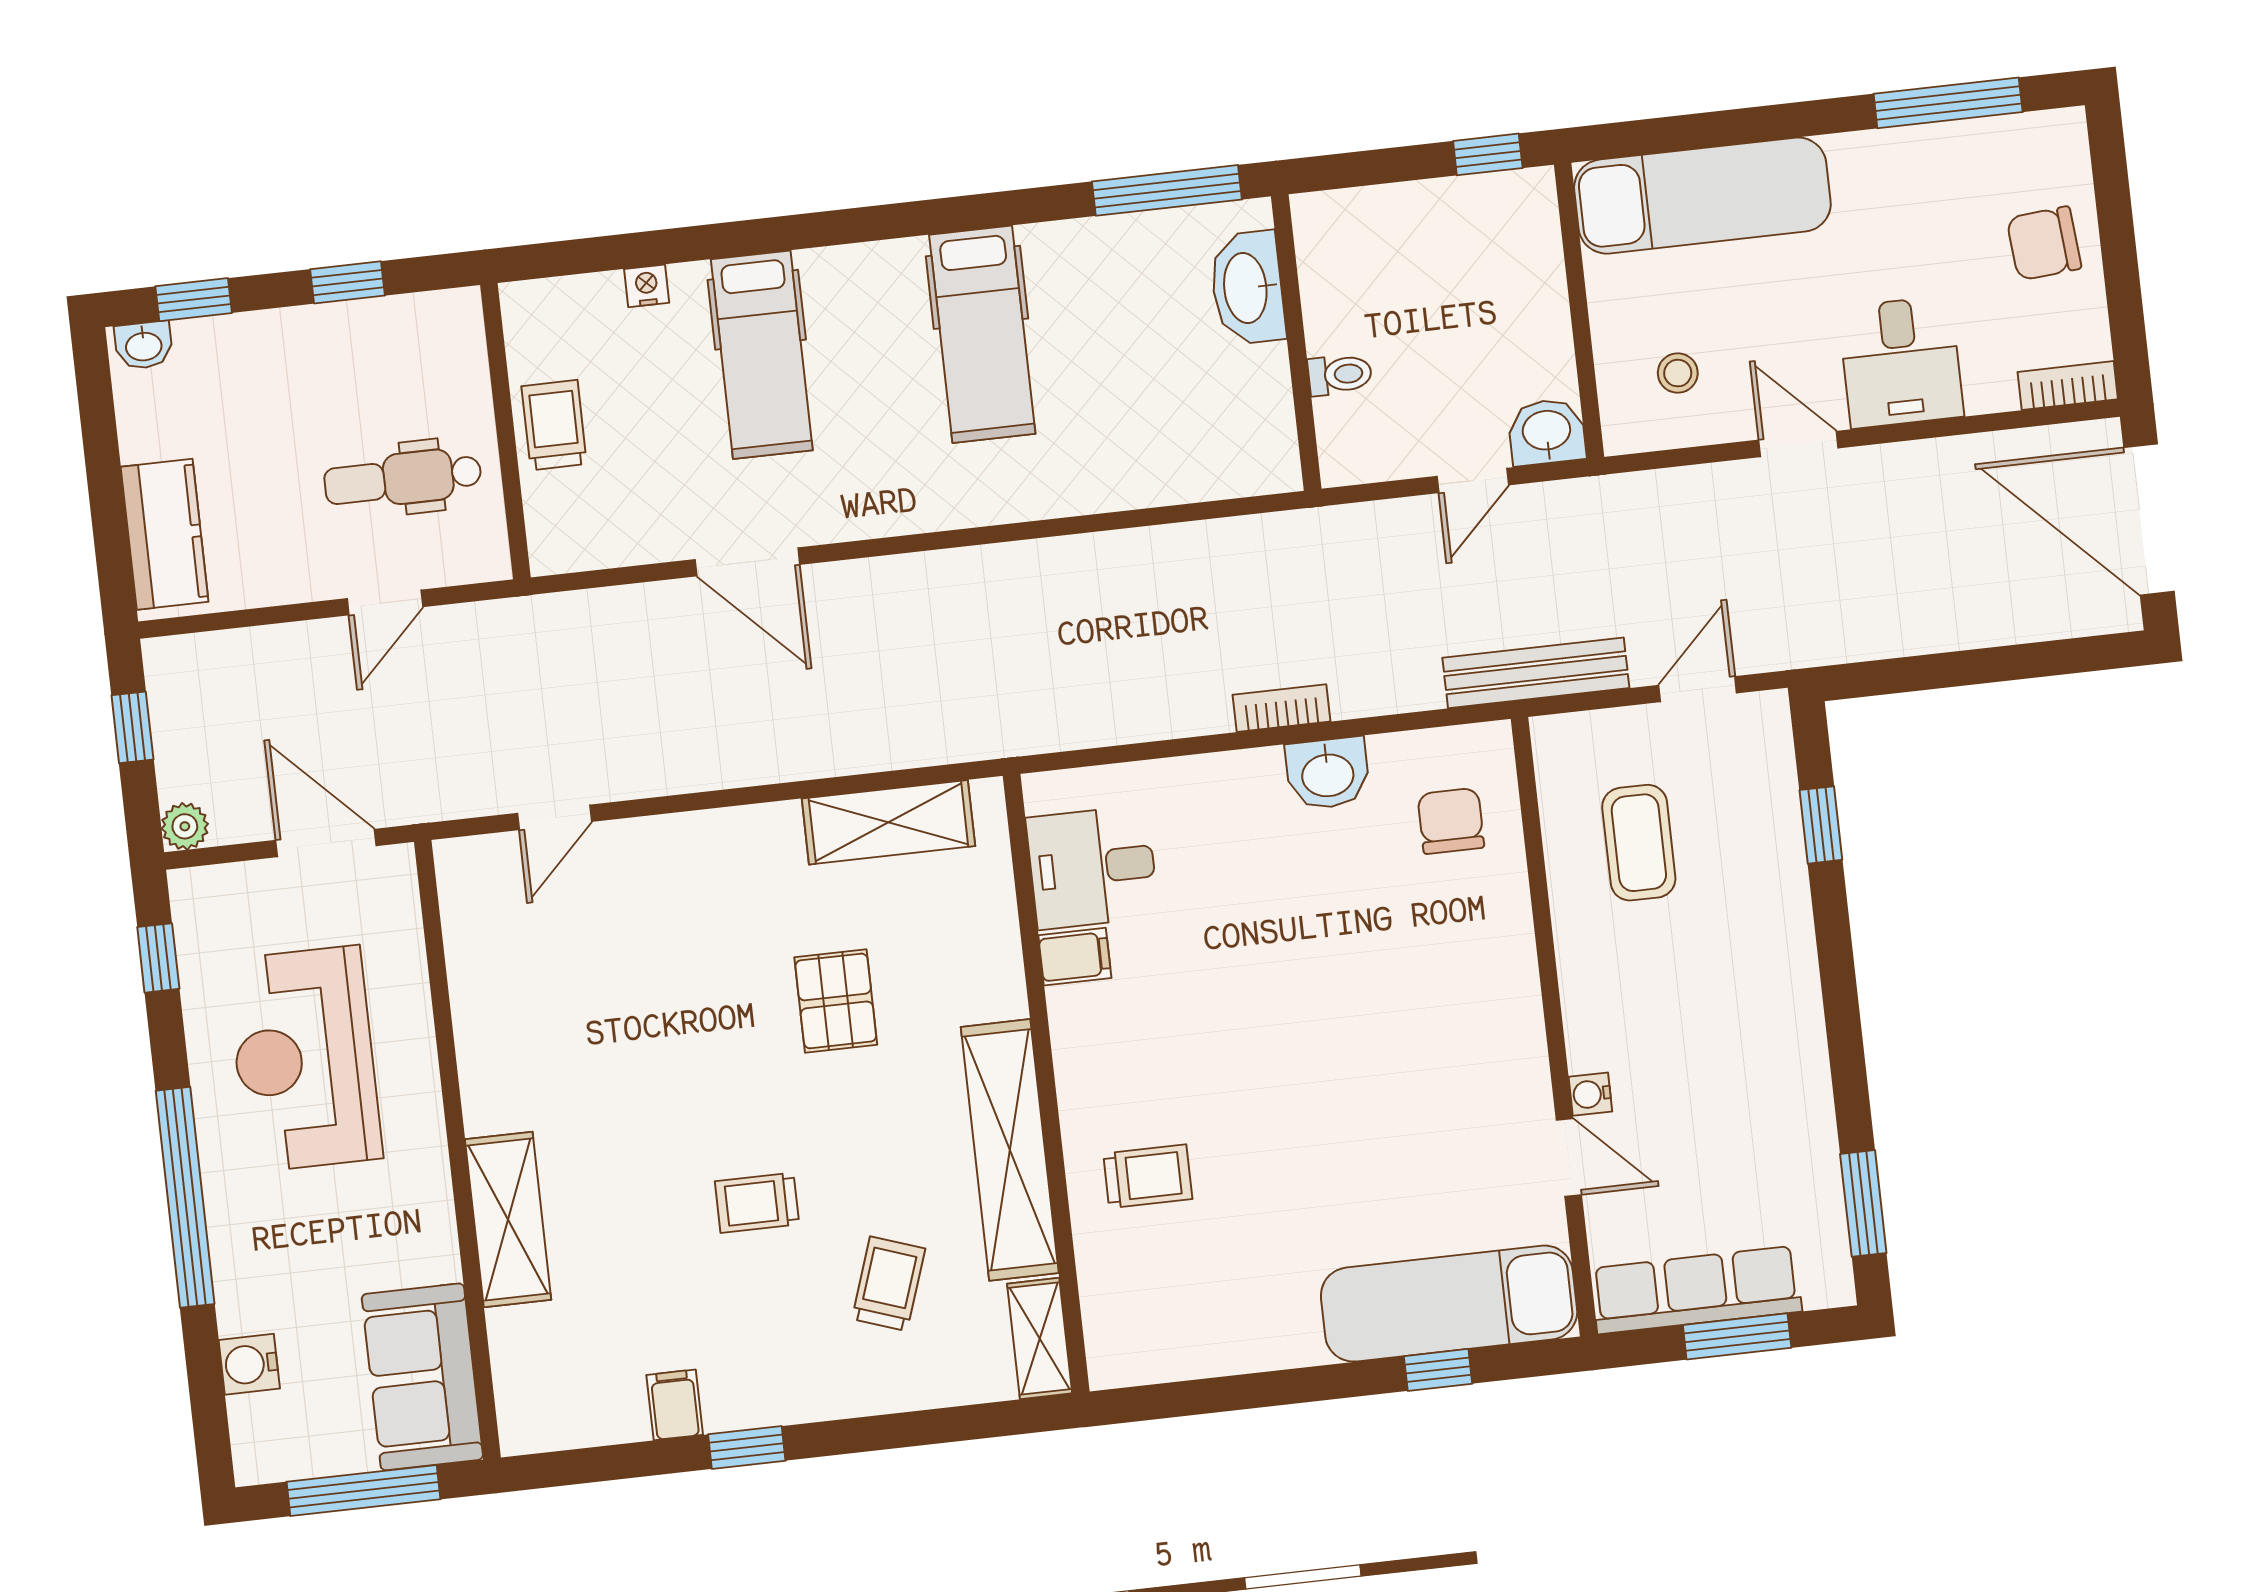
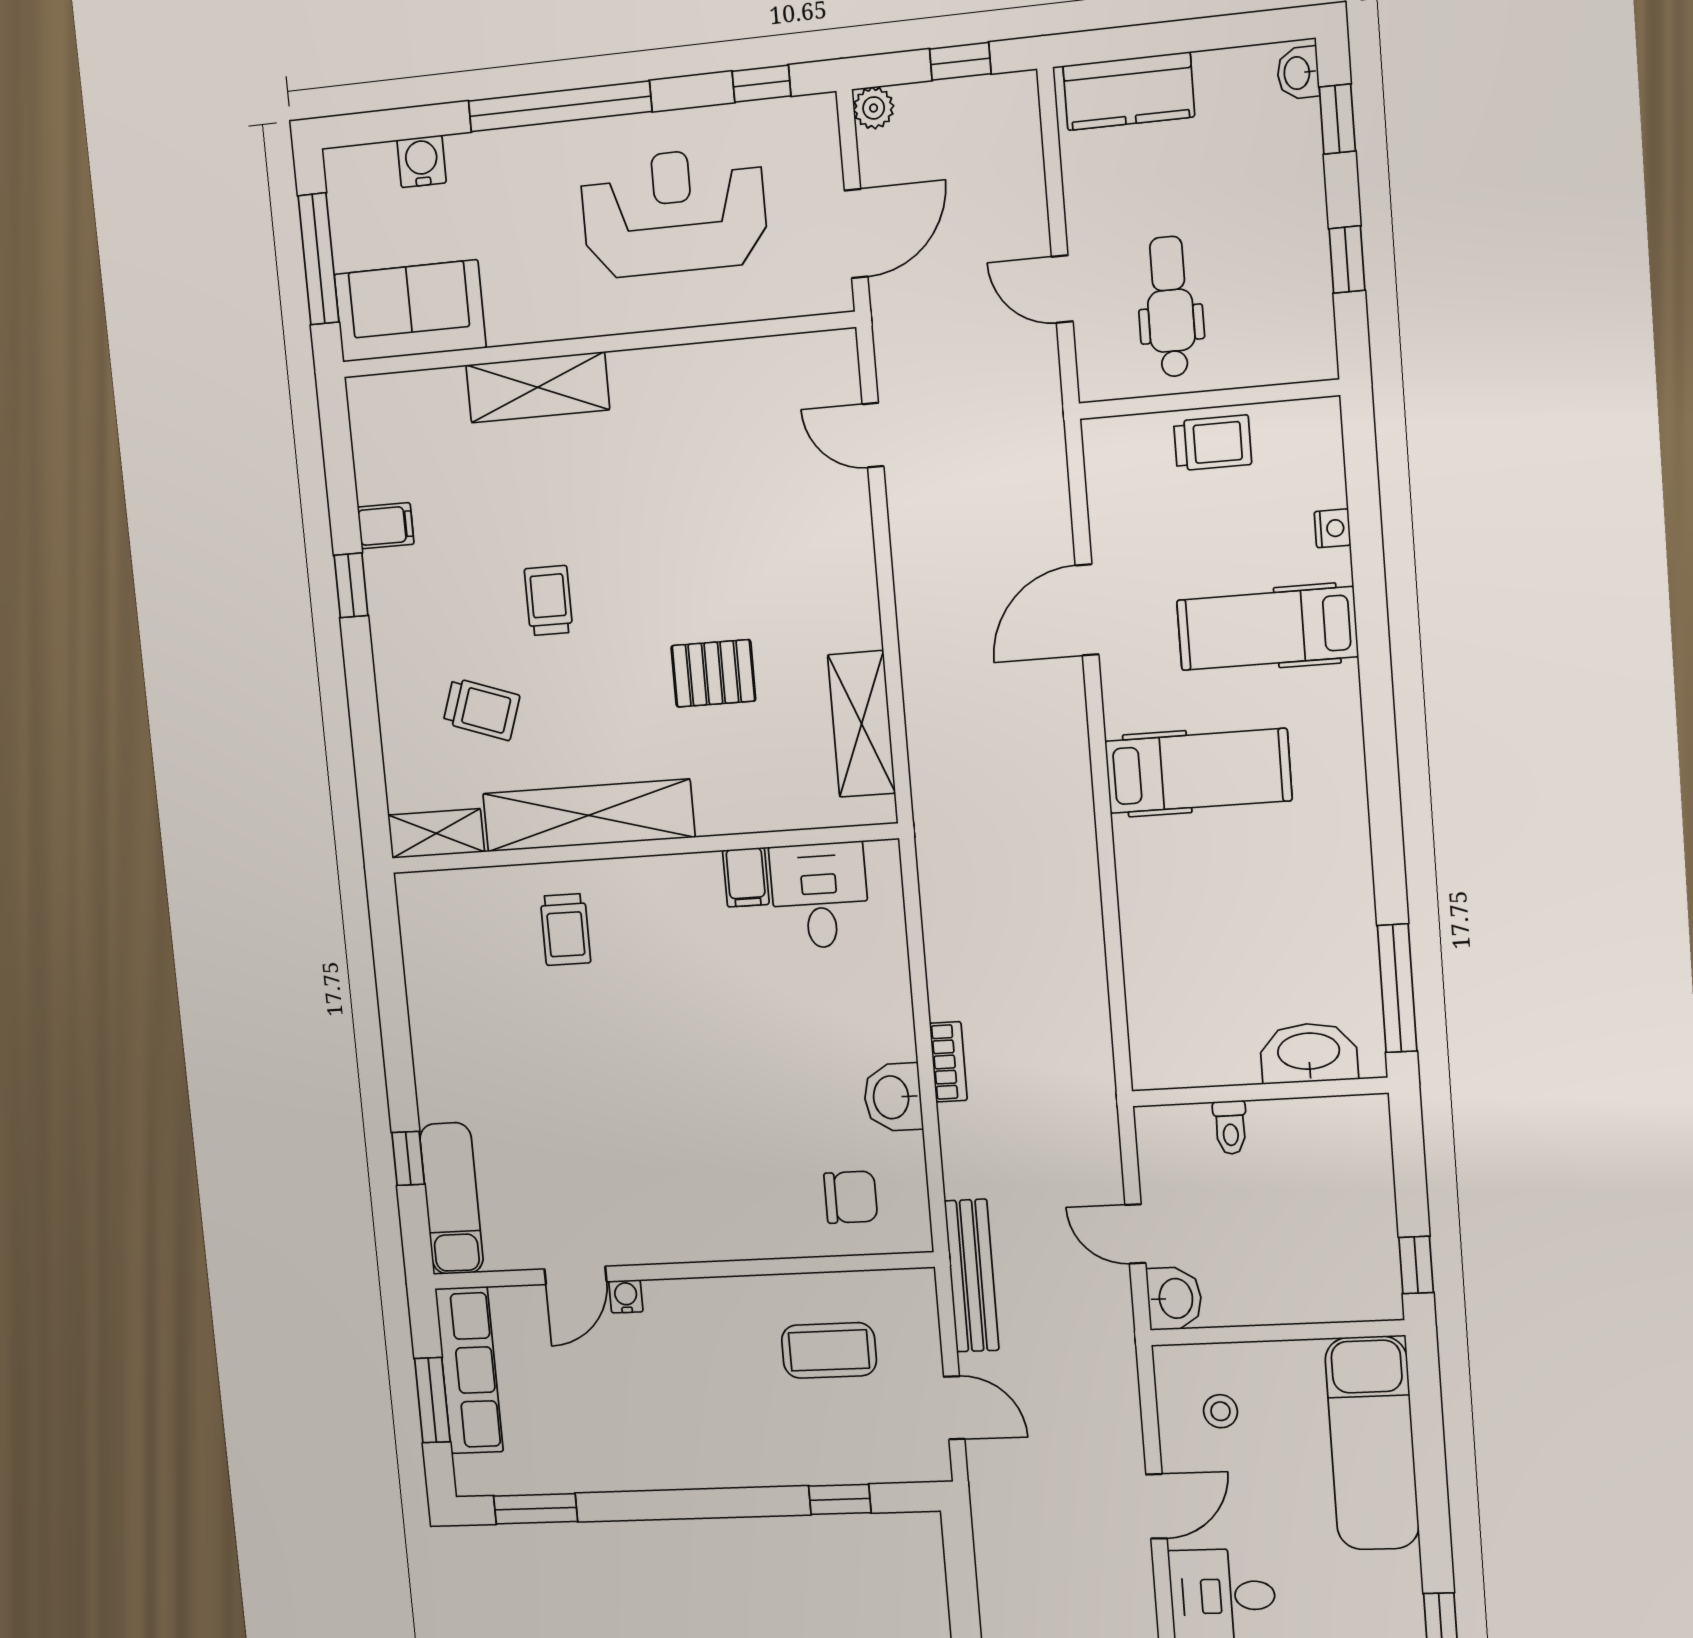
hospital bed: (982, 334) -> (1198, 771), moved, turned 180
exam couch: (1449, 1304) -> (452, 1199), width x0.73, depth x0.69

